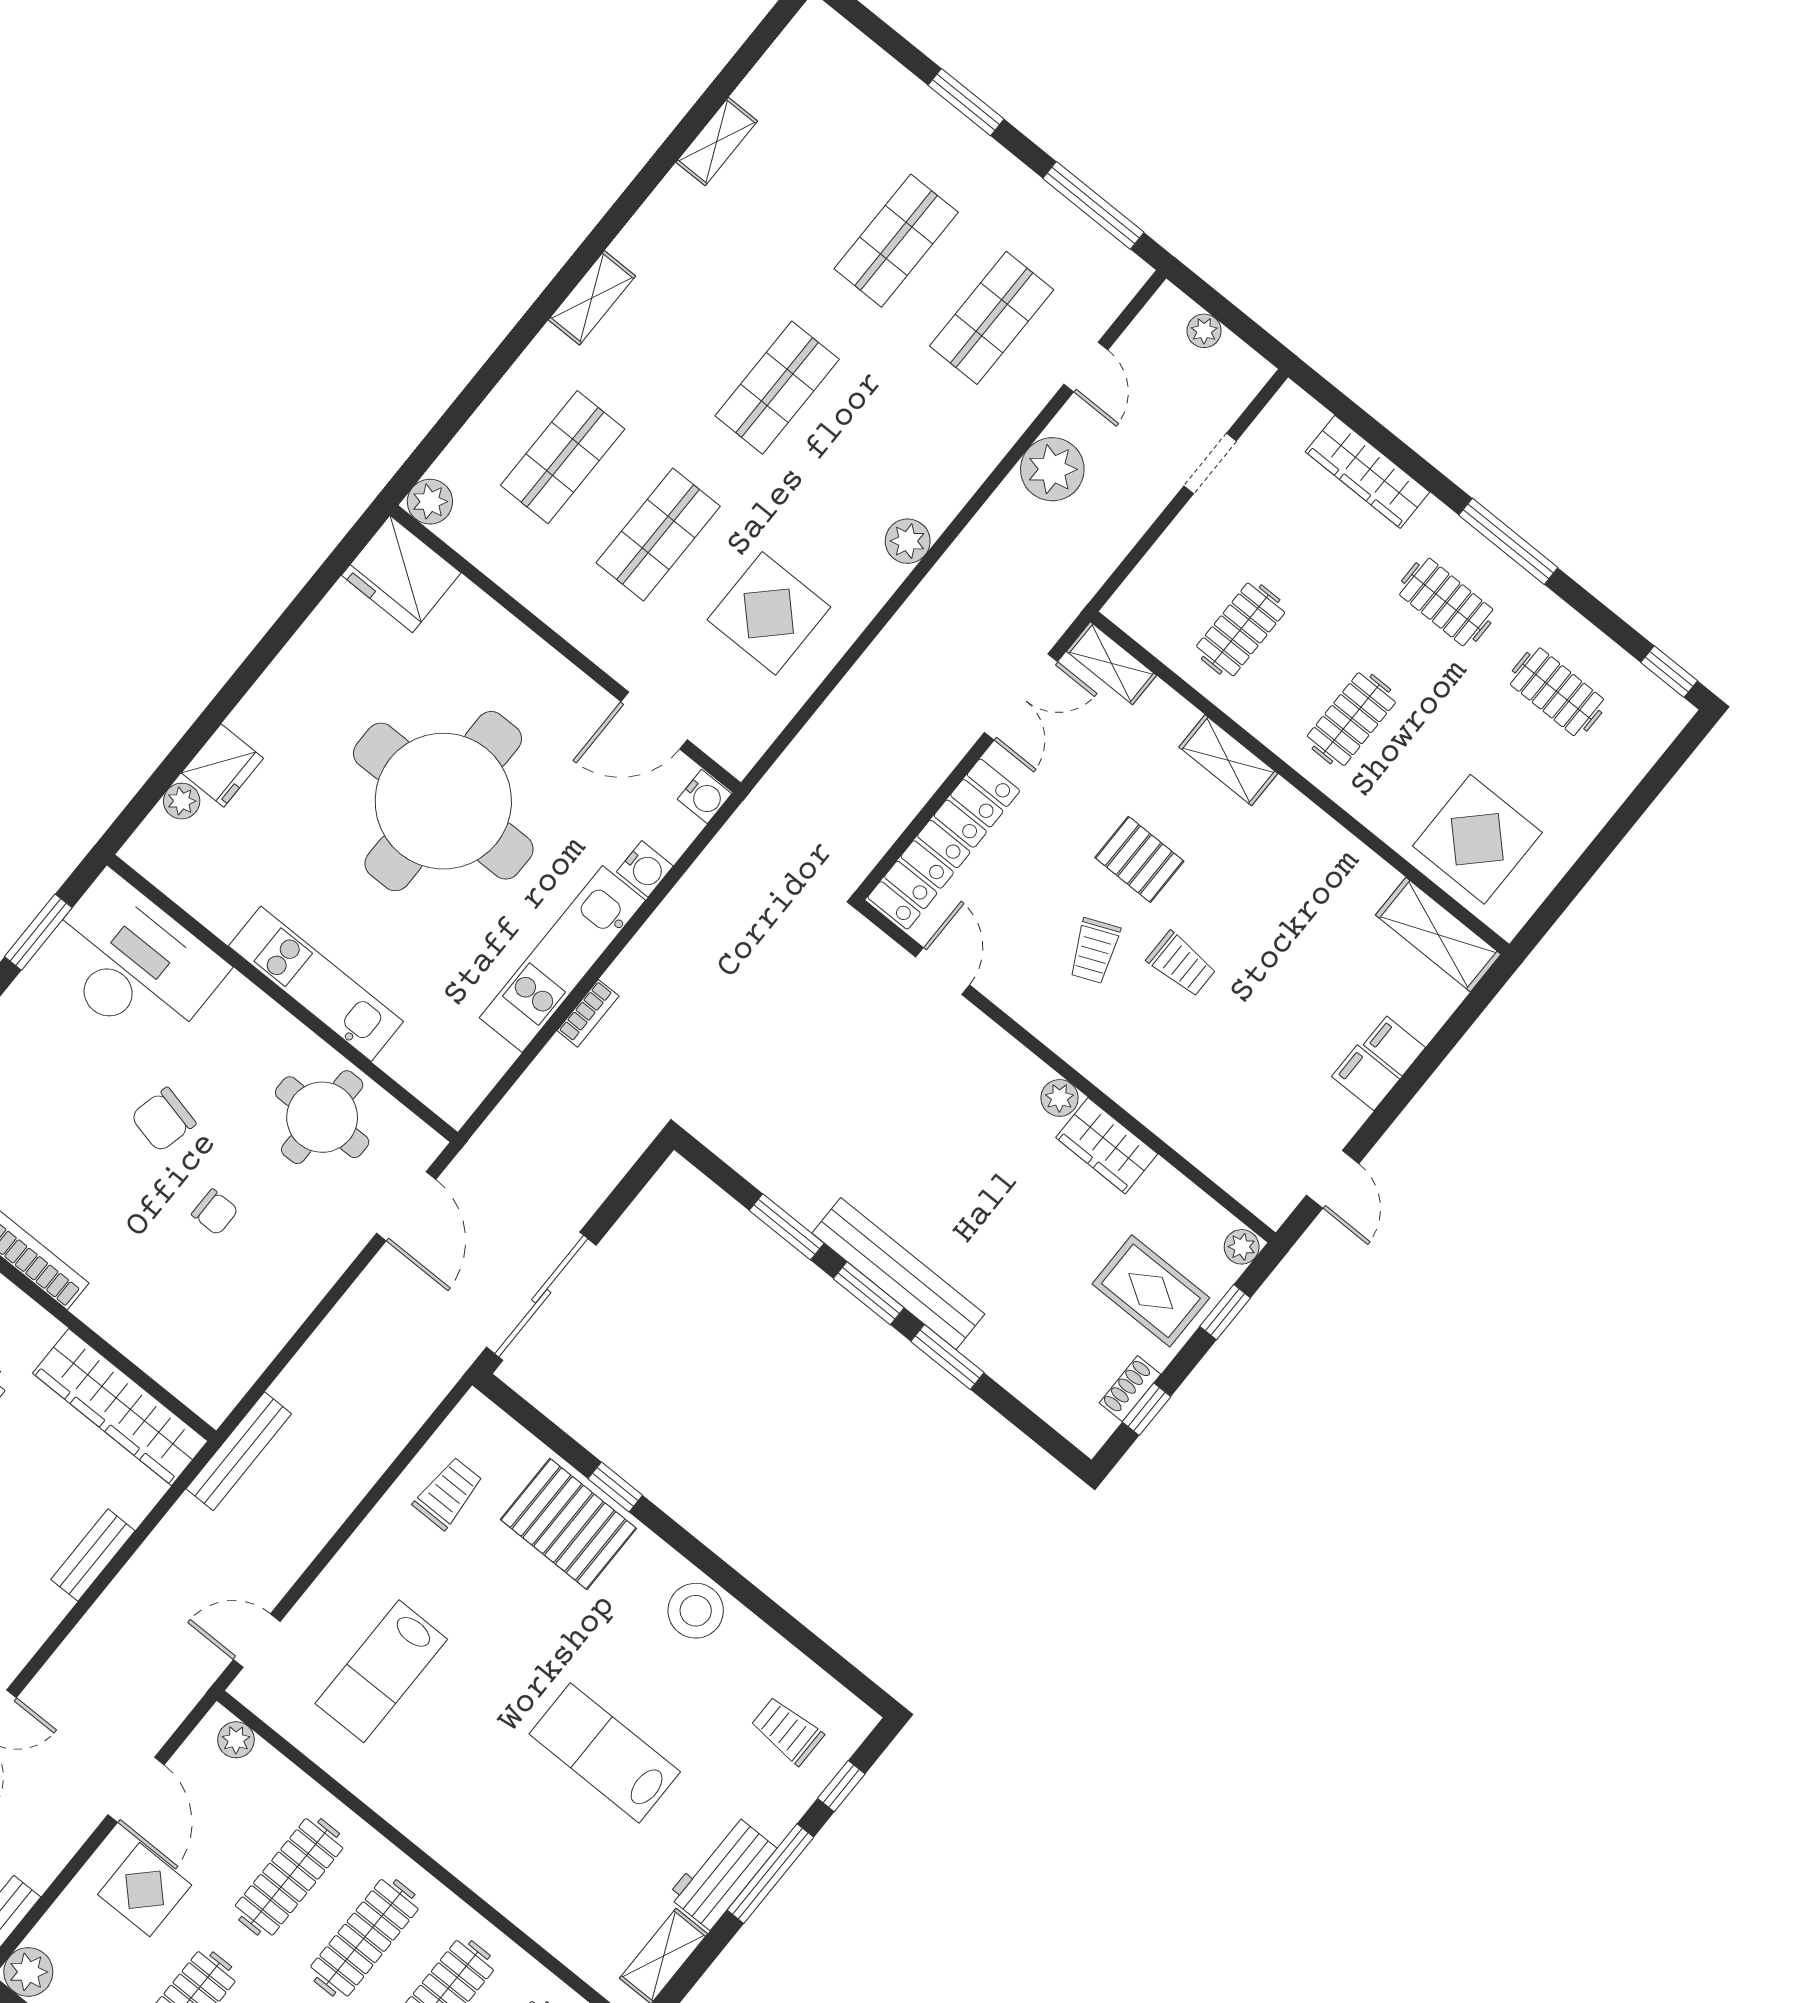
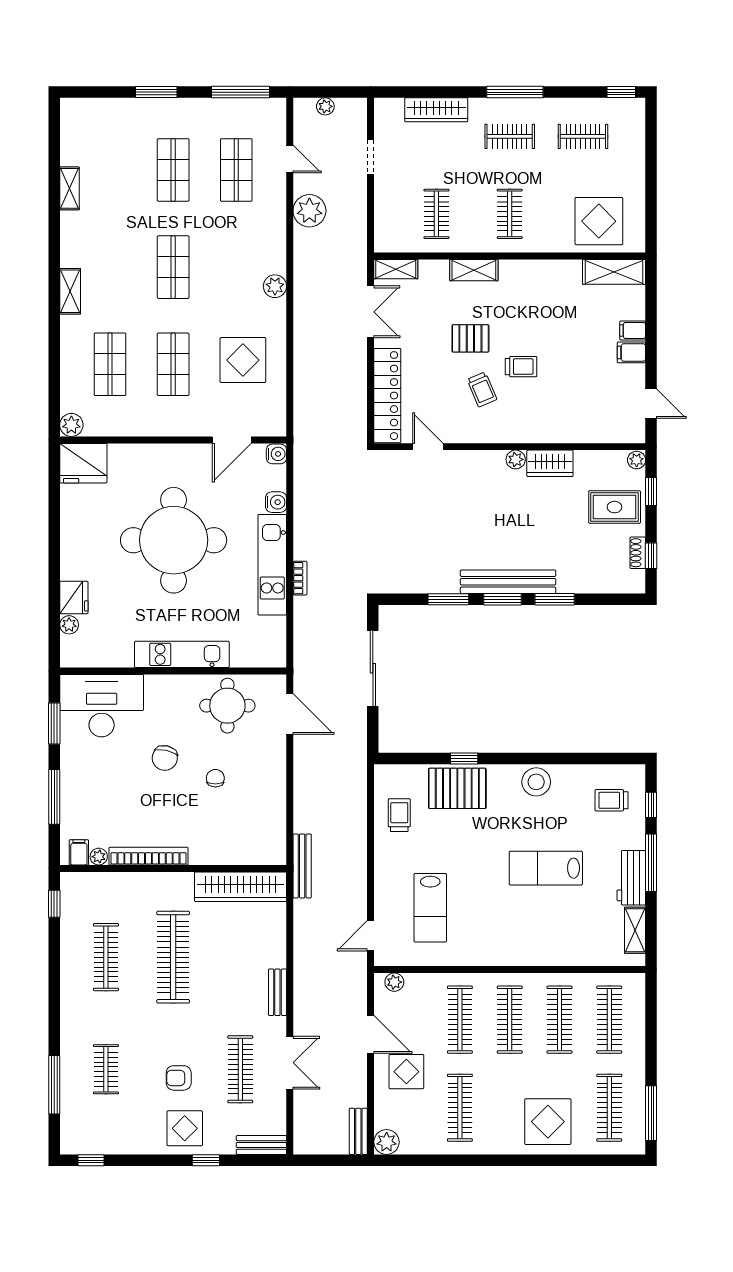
chair: (215, 1212) -> (215, 778), turned -90
sliding door: (541, 1296) -> (373, 668), moved
bench: (93, 1555) -> (277, 992), moved

